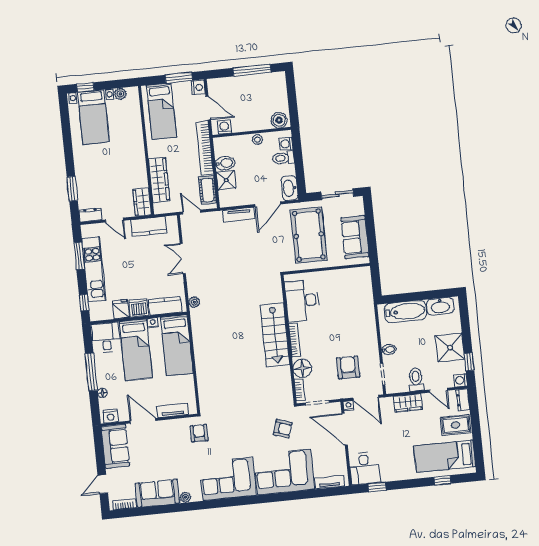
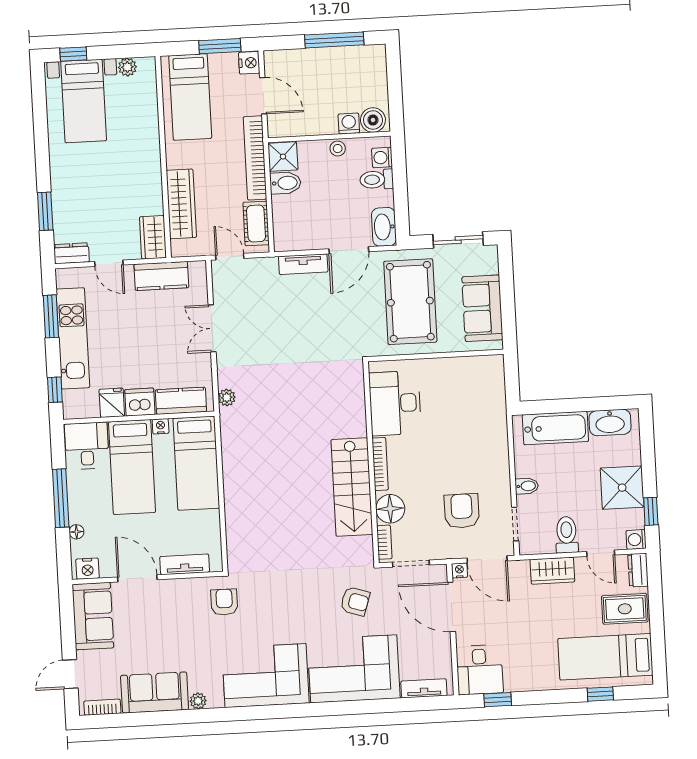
washing machine: (224, 127) -> (349, 123), moved
shower: (226, 180) -> (283, 157), moved
stairs: (275, 335) -> (352, 487), moved

